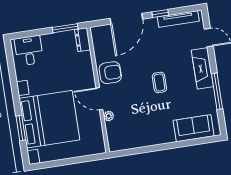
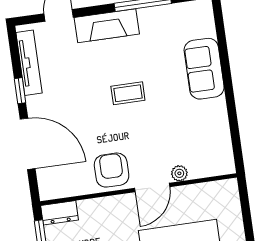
sofa: (194, 128) -> (204, 69), moved

